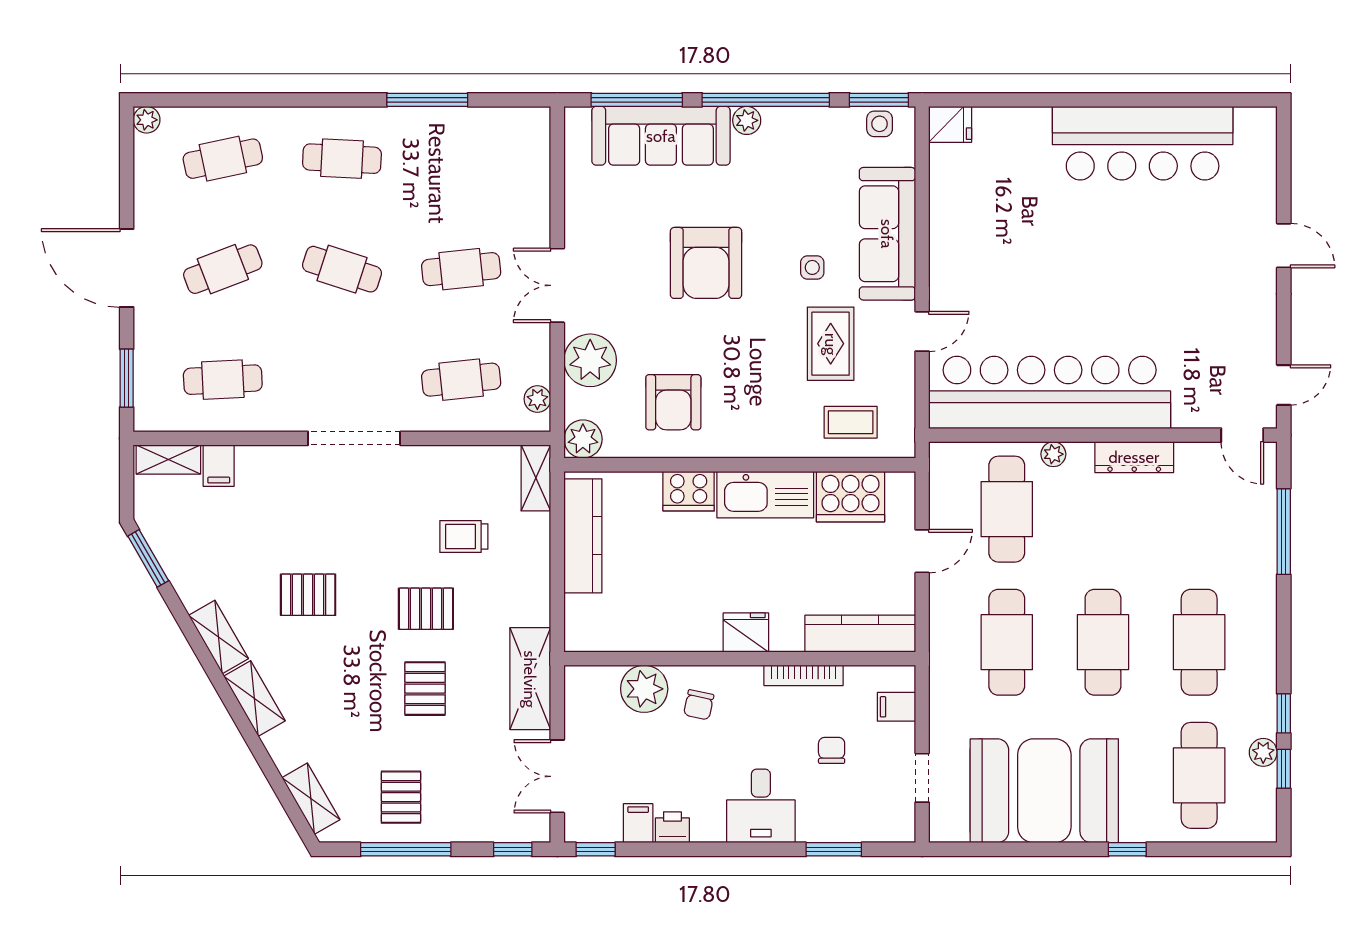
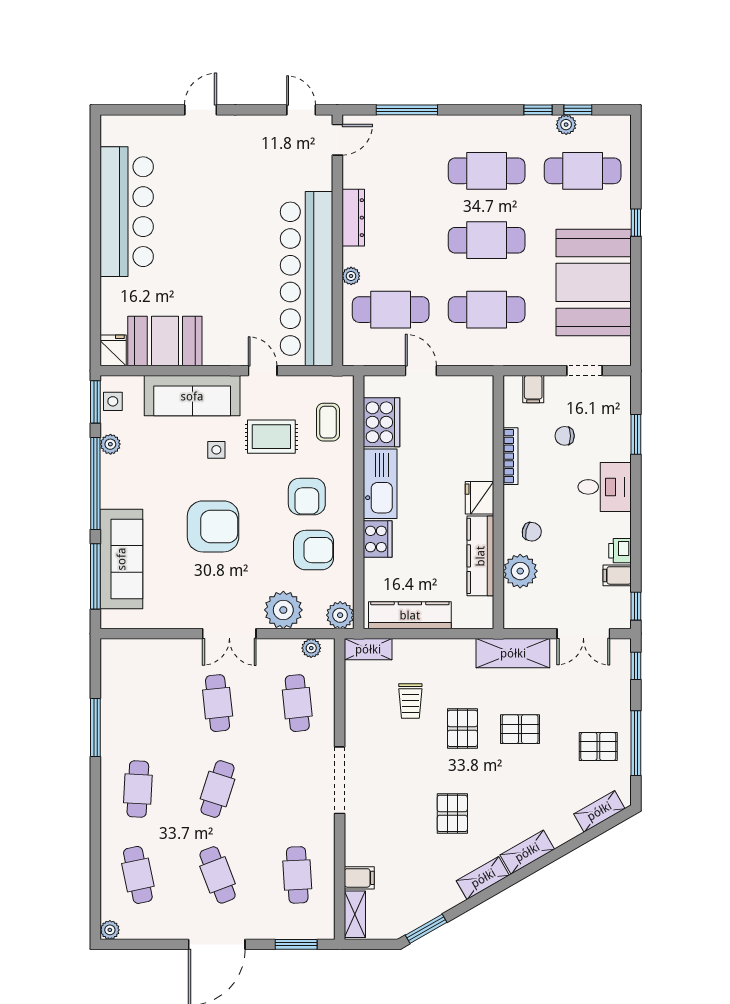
plant: (747, 120) -> (110, 444), moved
booth: (963, 196) -> (165, 341), added
armchair: (748, 393) -> (307, 497), added
kitchen counter: (860, 634) -> (480, 556), moved

